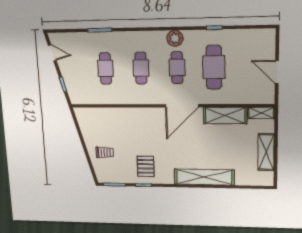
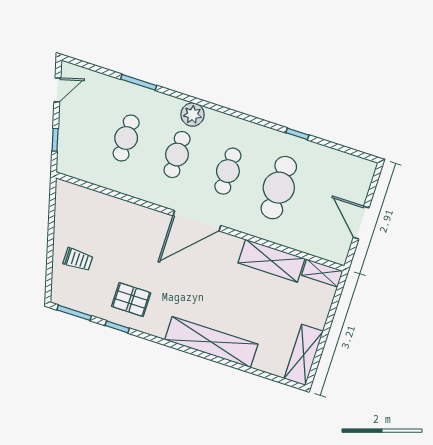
plant: (175, 38) -> (192, 115), moved
door: (52, 53) -> (57, 90), hinge flipped
door: (182, 106) -> (197, 221), moved
shelving: (266, 152) -> (304, 355), moved
pallet: (146, 166) -> (131, 300), turned 90

